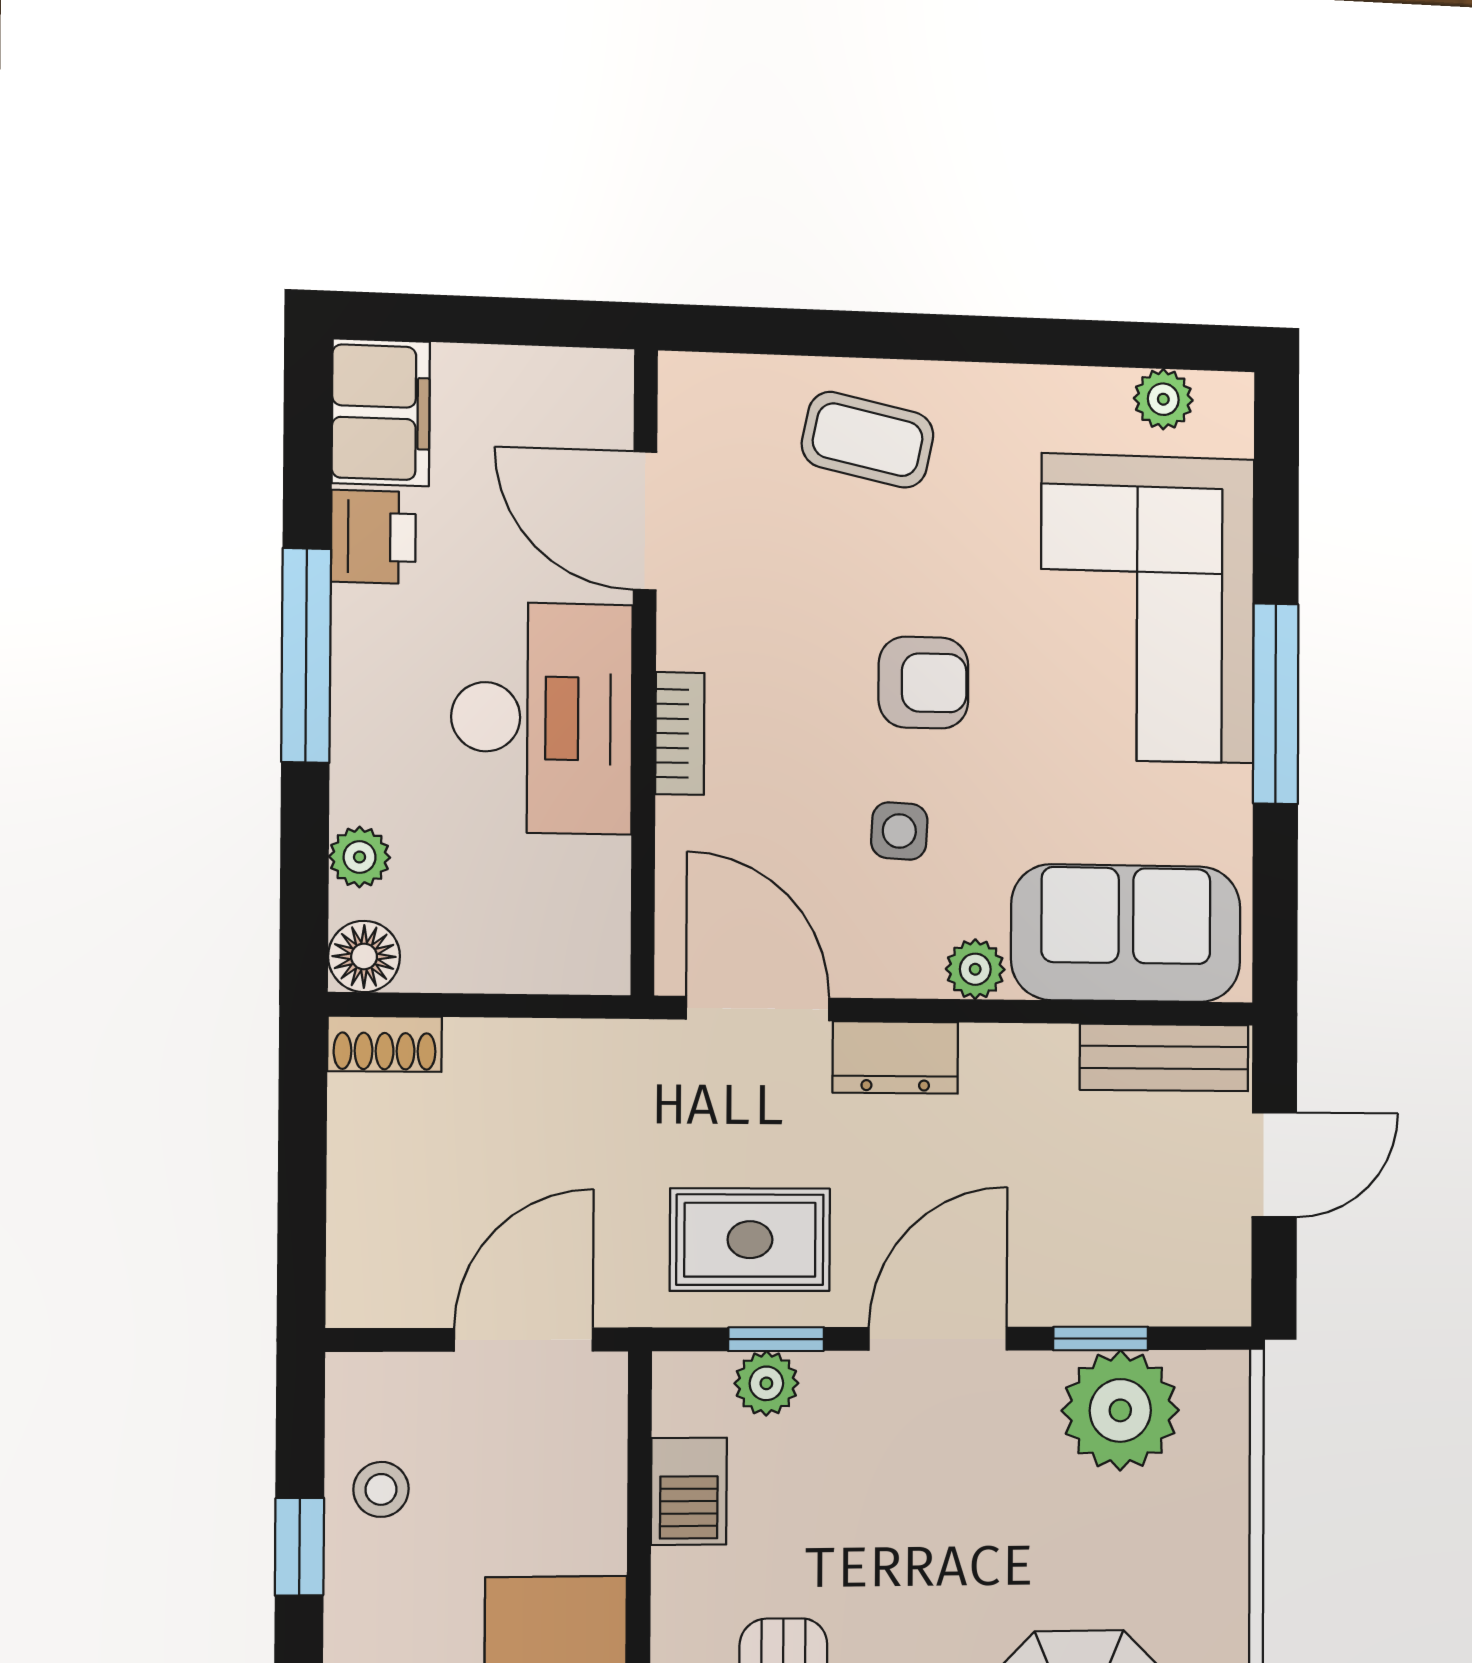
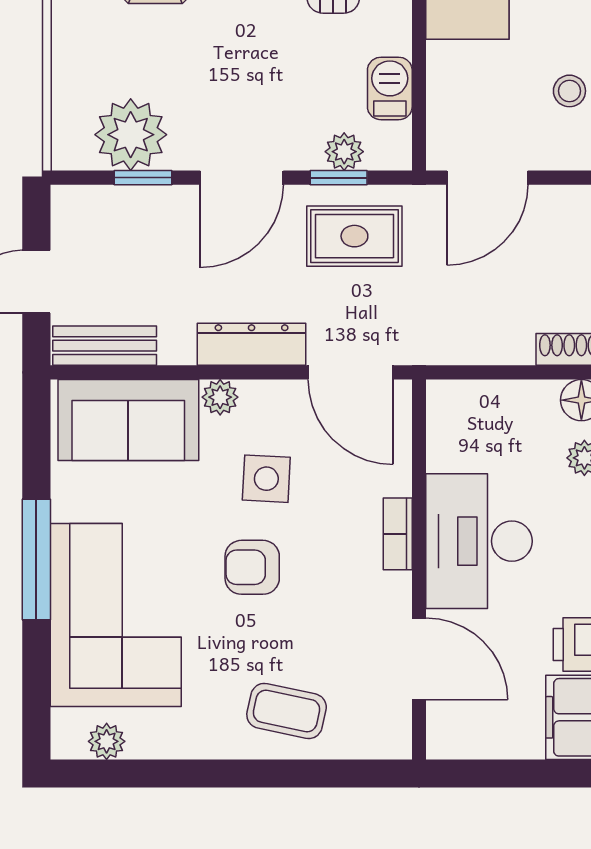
side table: (899, 831) -> (266, 479), width x1.37, depth x1.37
dresser: (895, 1057) -> (252, 344), width x1.44

